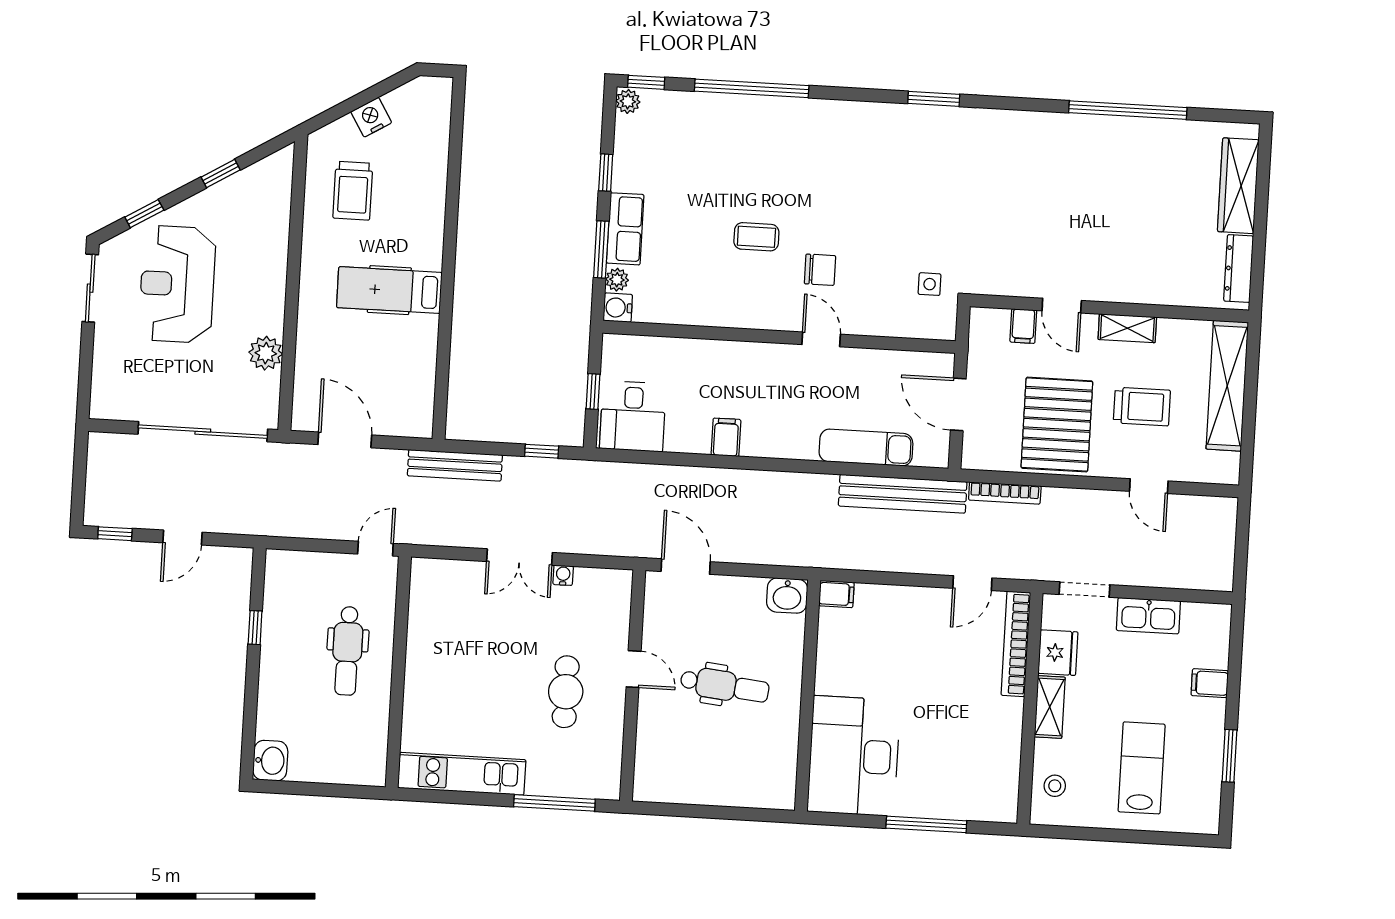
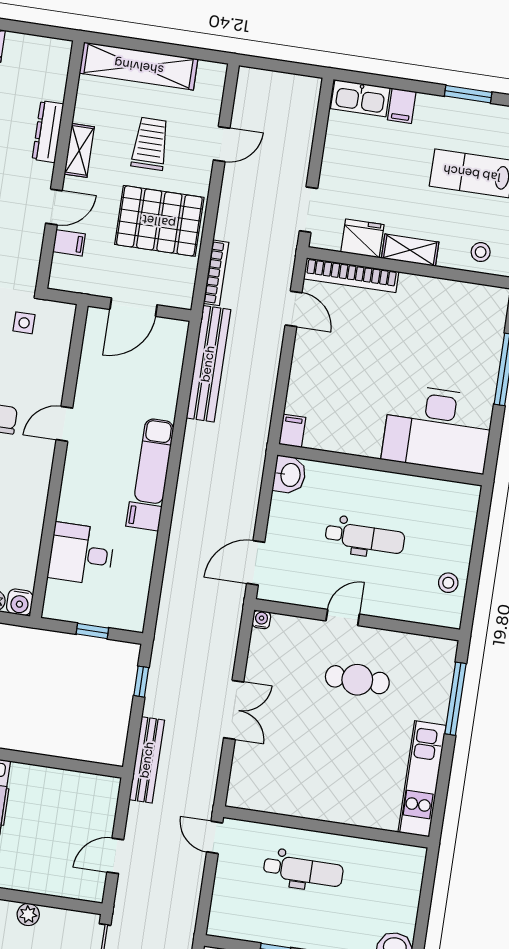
dresser: (1239, 269) -> (48, 132), moved, turned 90
plant: (266, 353) -> (28, 914), width x0.73, depth x0.73
desk: (633, 416) -> (81, 554), moved, turned 180
door: (345, 440) -> (115, 856), width x0.73
exam couch: (866, 448) -> (154, 461), moved
water cooler: (563, 575) -> (261, 619), moved, turned 90
kitchen sink: (1148, 616) -> (360, 98), moved, turned 90
dental chair: (725, 686) -> (365, 538), turned 84
stool: (683, 783) -> (448, 583), added

